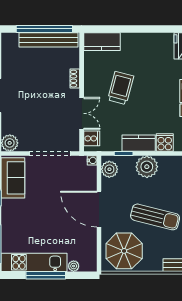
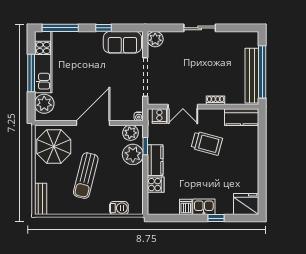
kitchen counter: (102, 42) -> (242, 117), moved, turned -90
plant: (147, 167) -> (133, 154), moved
plant: (74, 266) -> (44, 104), width x1.88, depth x1.88

